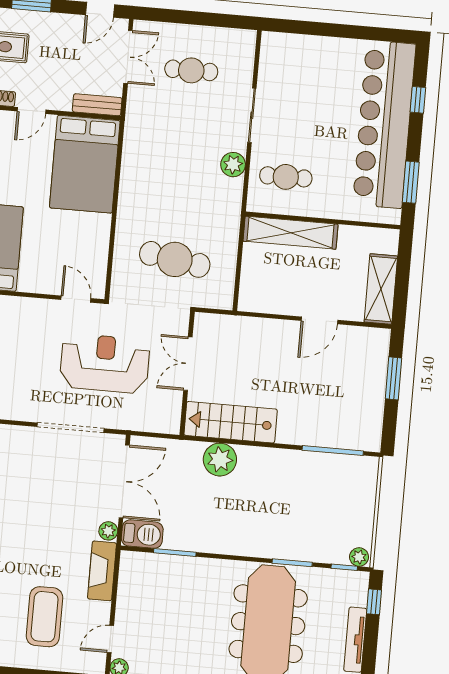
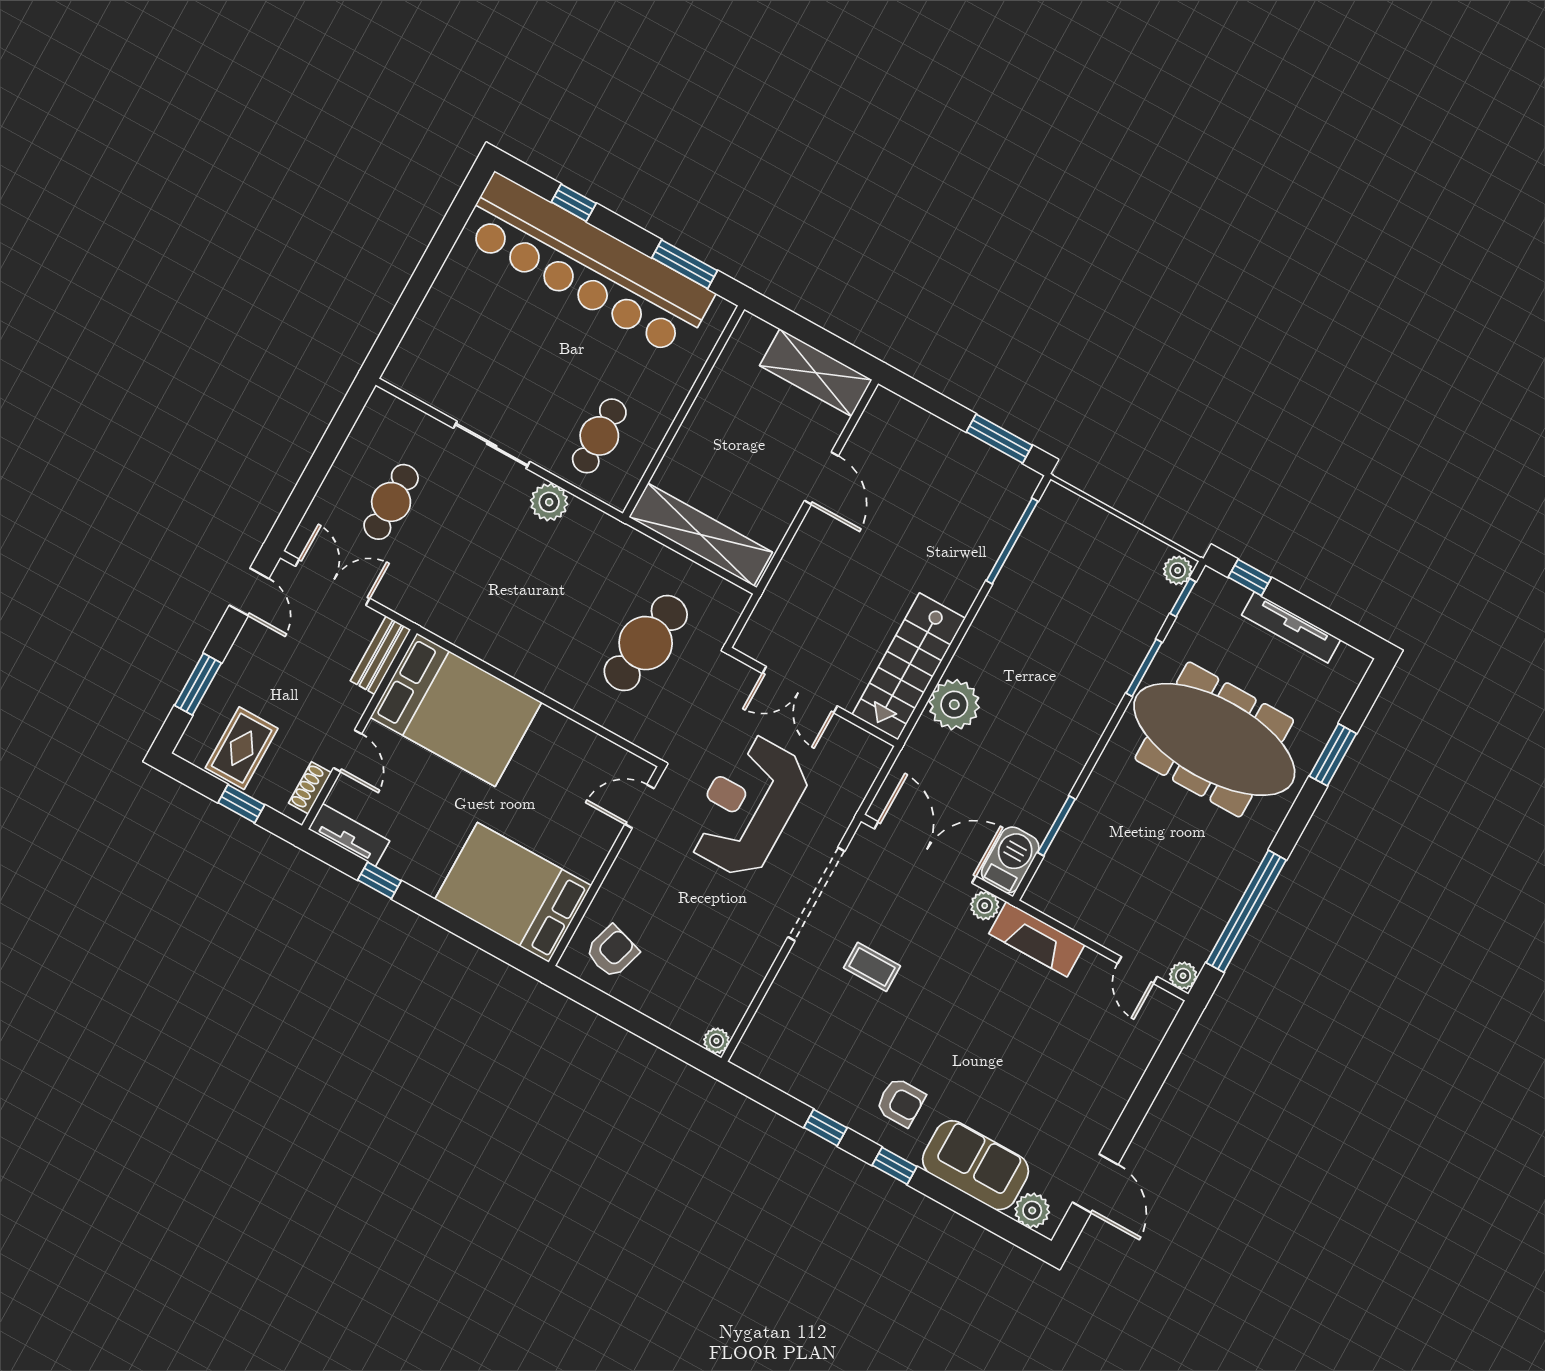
shelving: (291, 233) -> (701, 535), moved, turned 90
window: (394, 378) -> (999, 439), moved
coffee table: (44, 617) -> (872, 967), moved, width x0.54, depth x0.58

